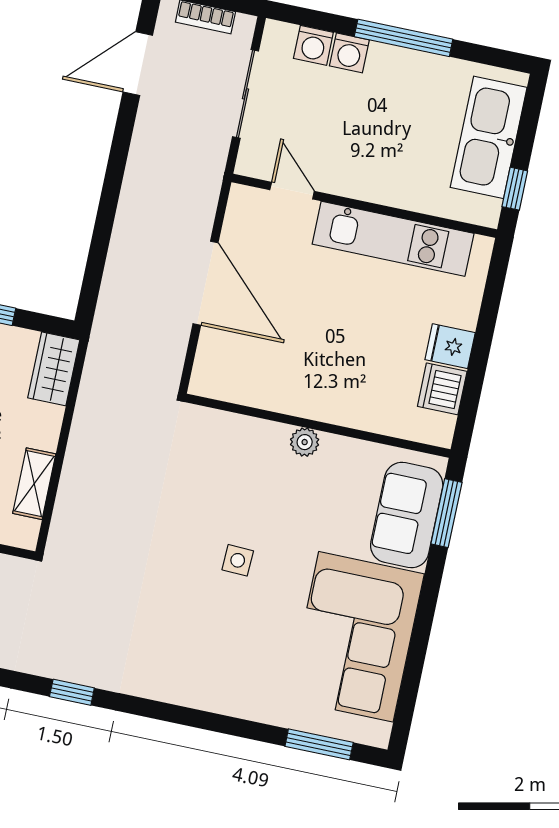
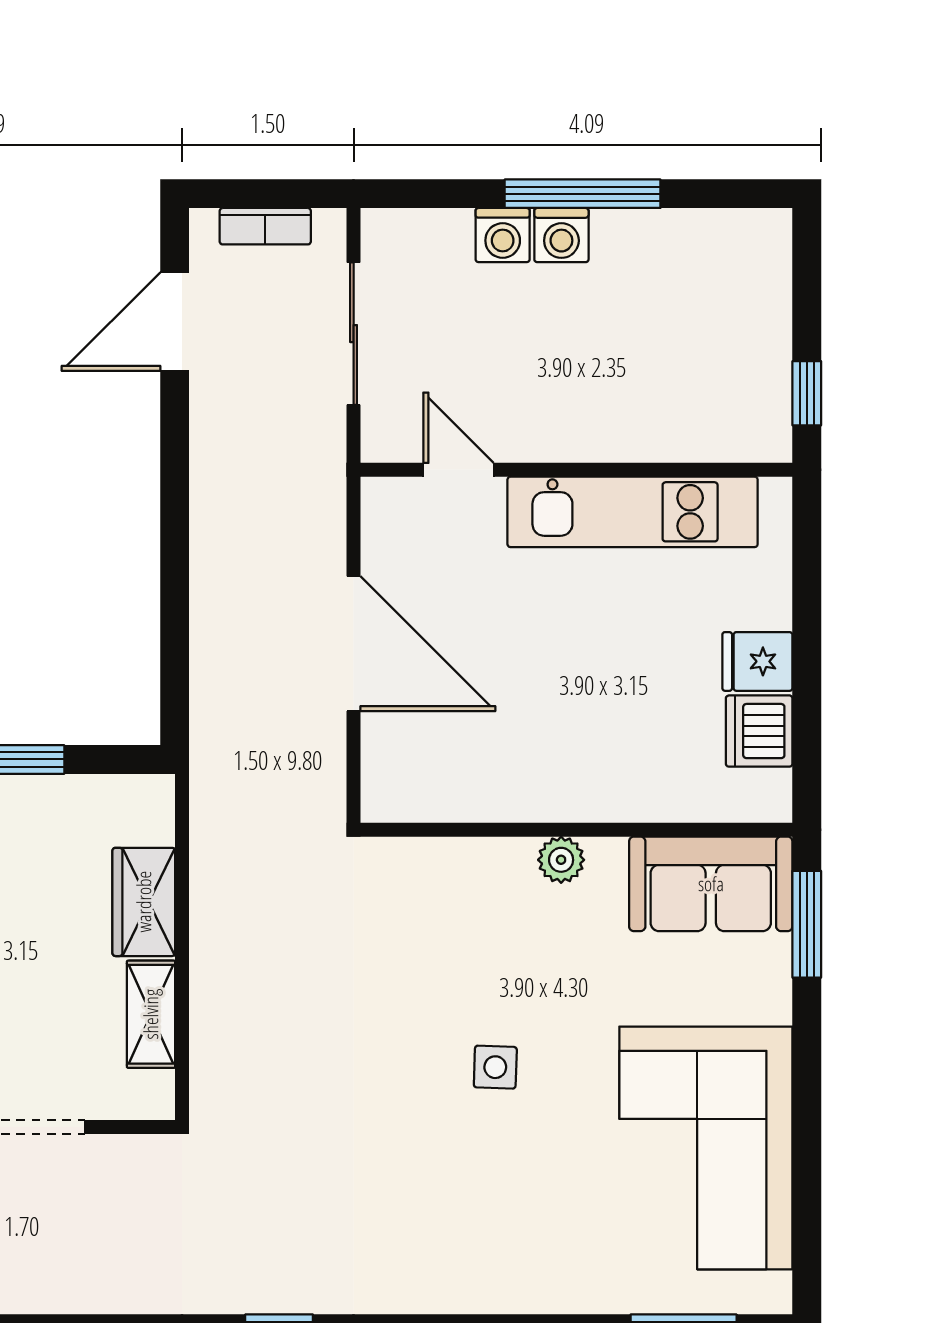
washing machine: (313, 45) -> (561, 235), moved
kitchen sink: (489, 137) -> (749, 321), removed
wardrobe: (54, 369) -> (144, 902), moved
sofa: (407, 515) -> (711, 884), moved, turned -90

